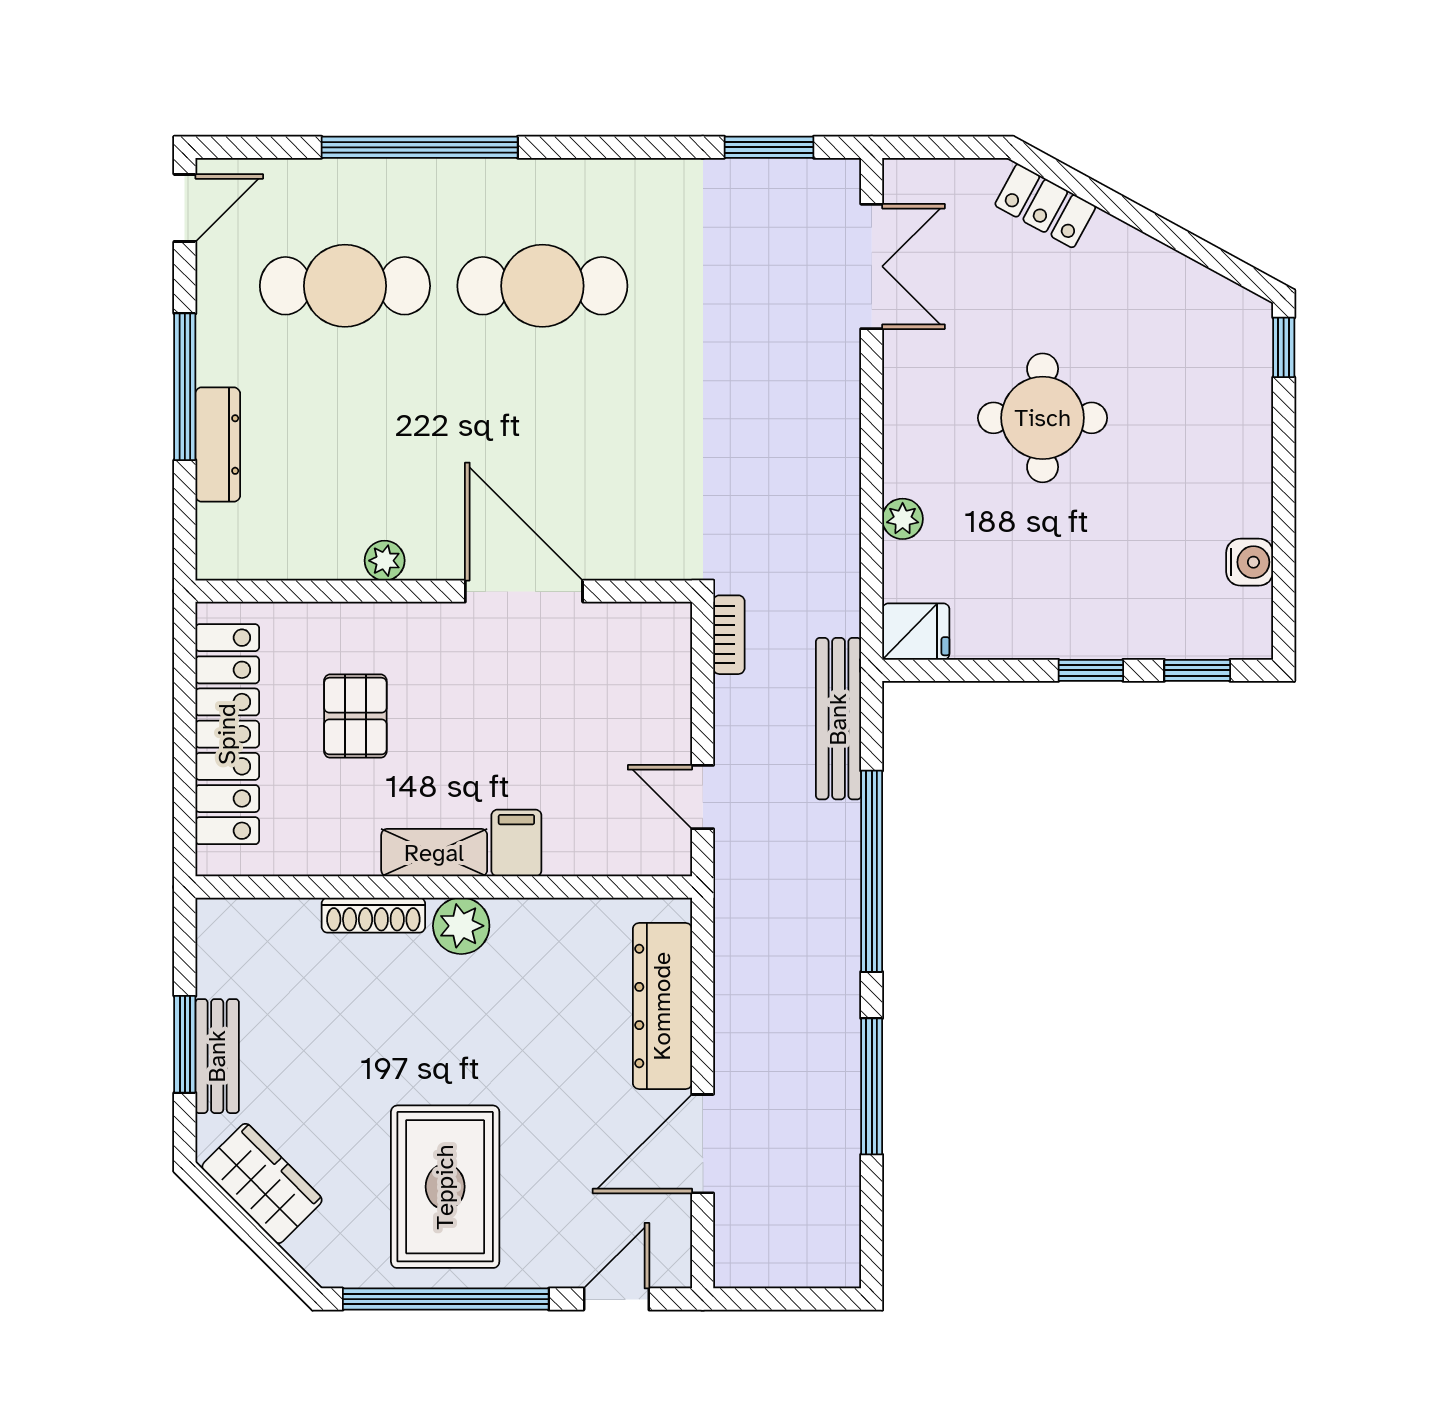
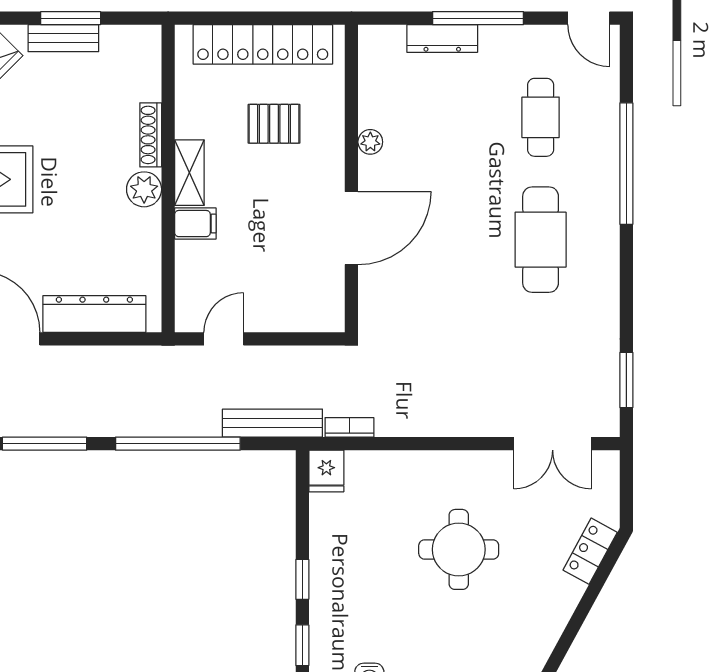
cafe table: (345, 286) -> (541, 117), width x0.73, depth x0.74
plant: (903, 519) -> (396, 463), removed
bookcase: (729, 635) -> (349, 427), moved, turned 180

